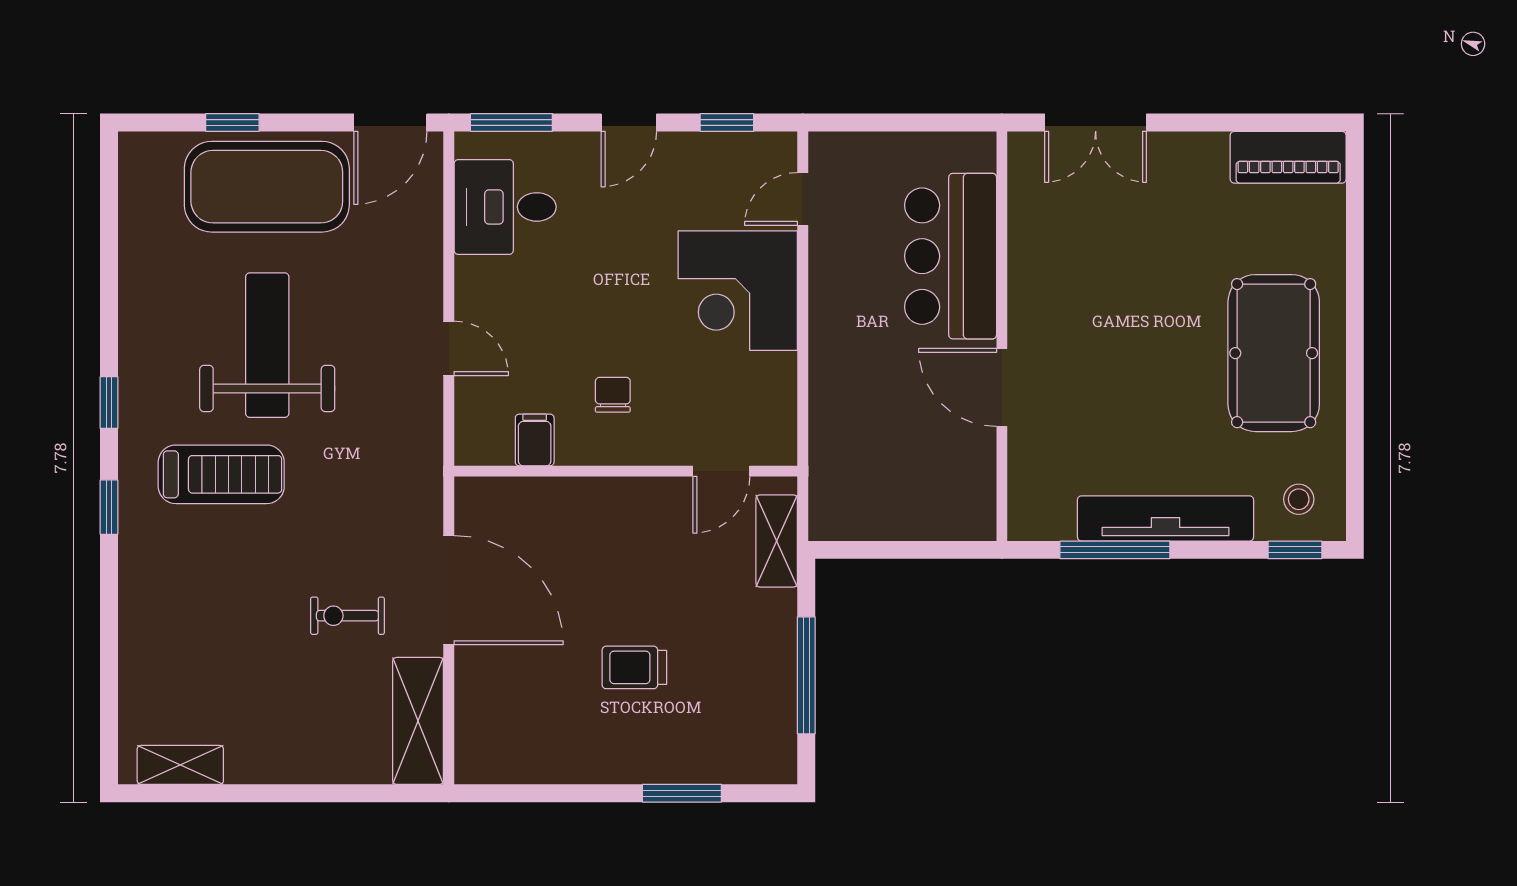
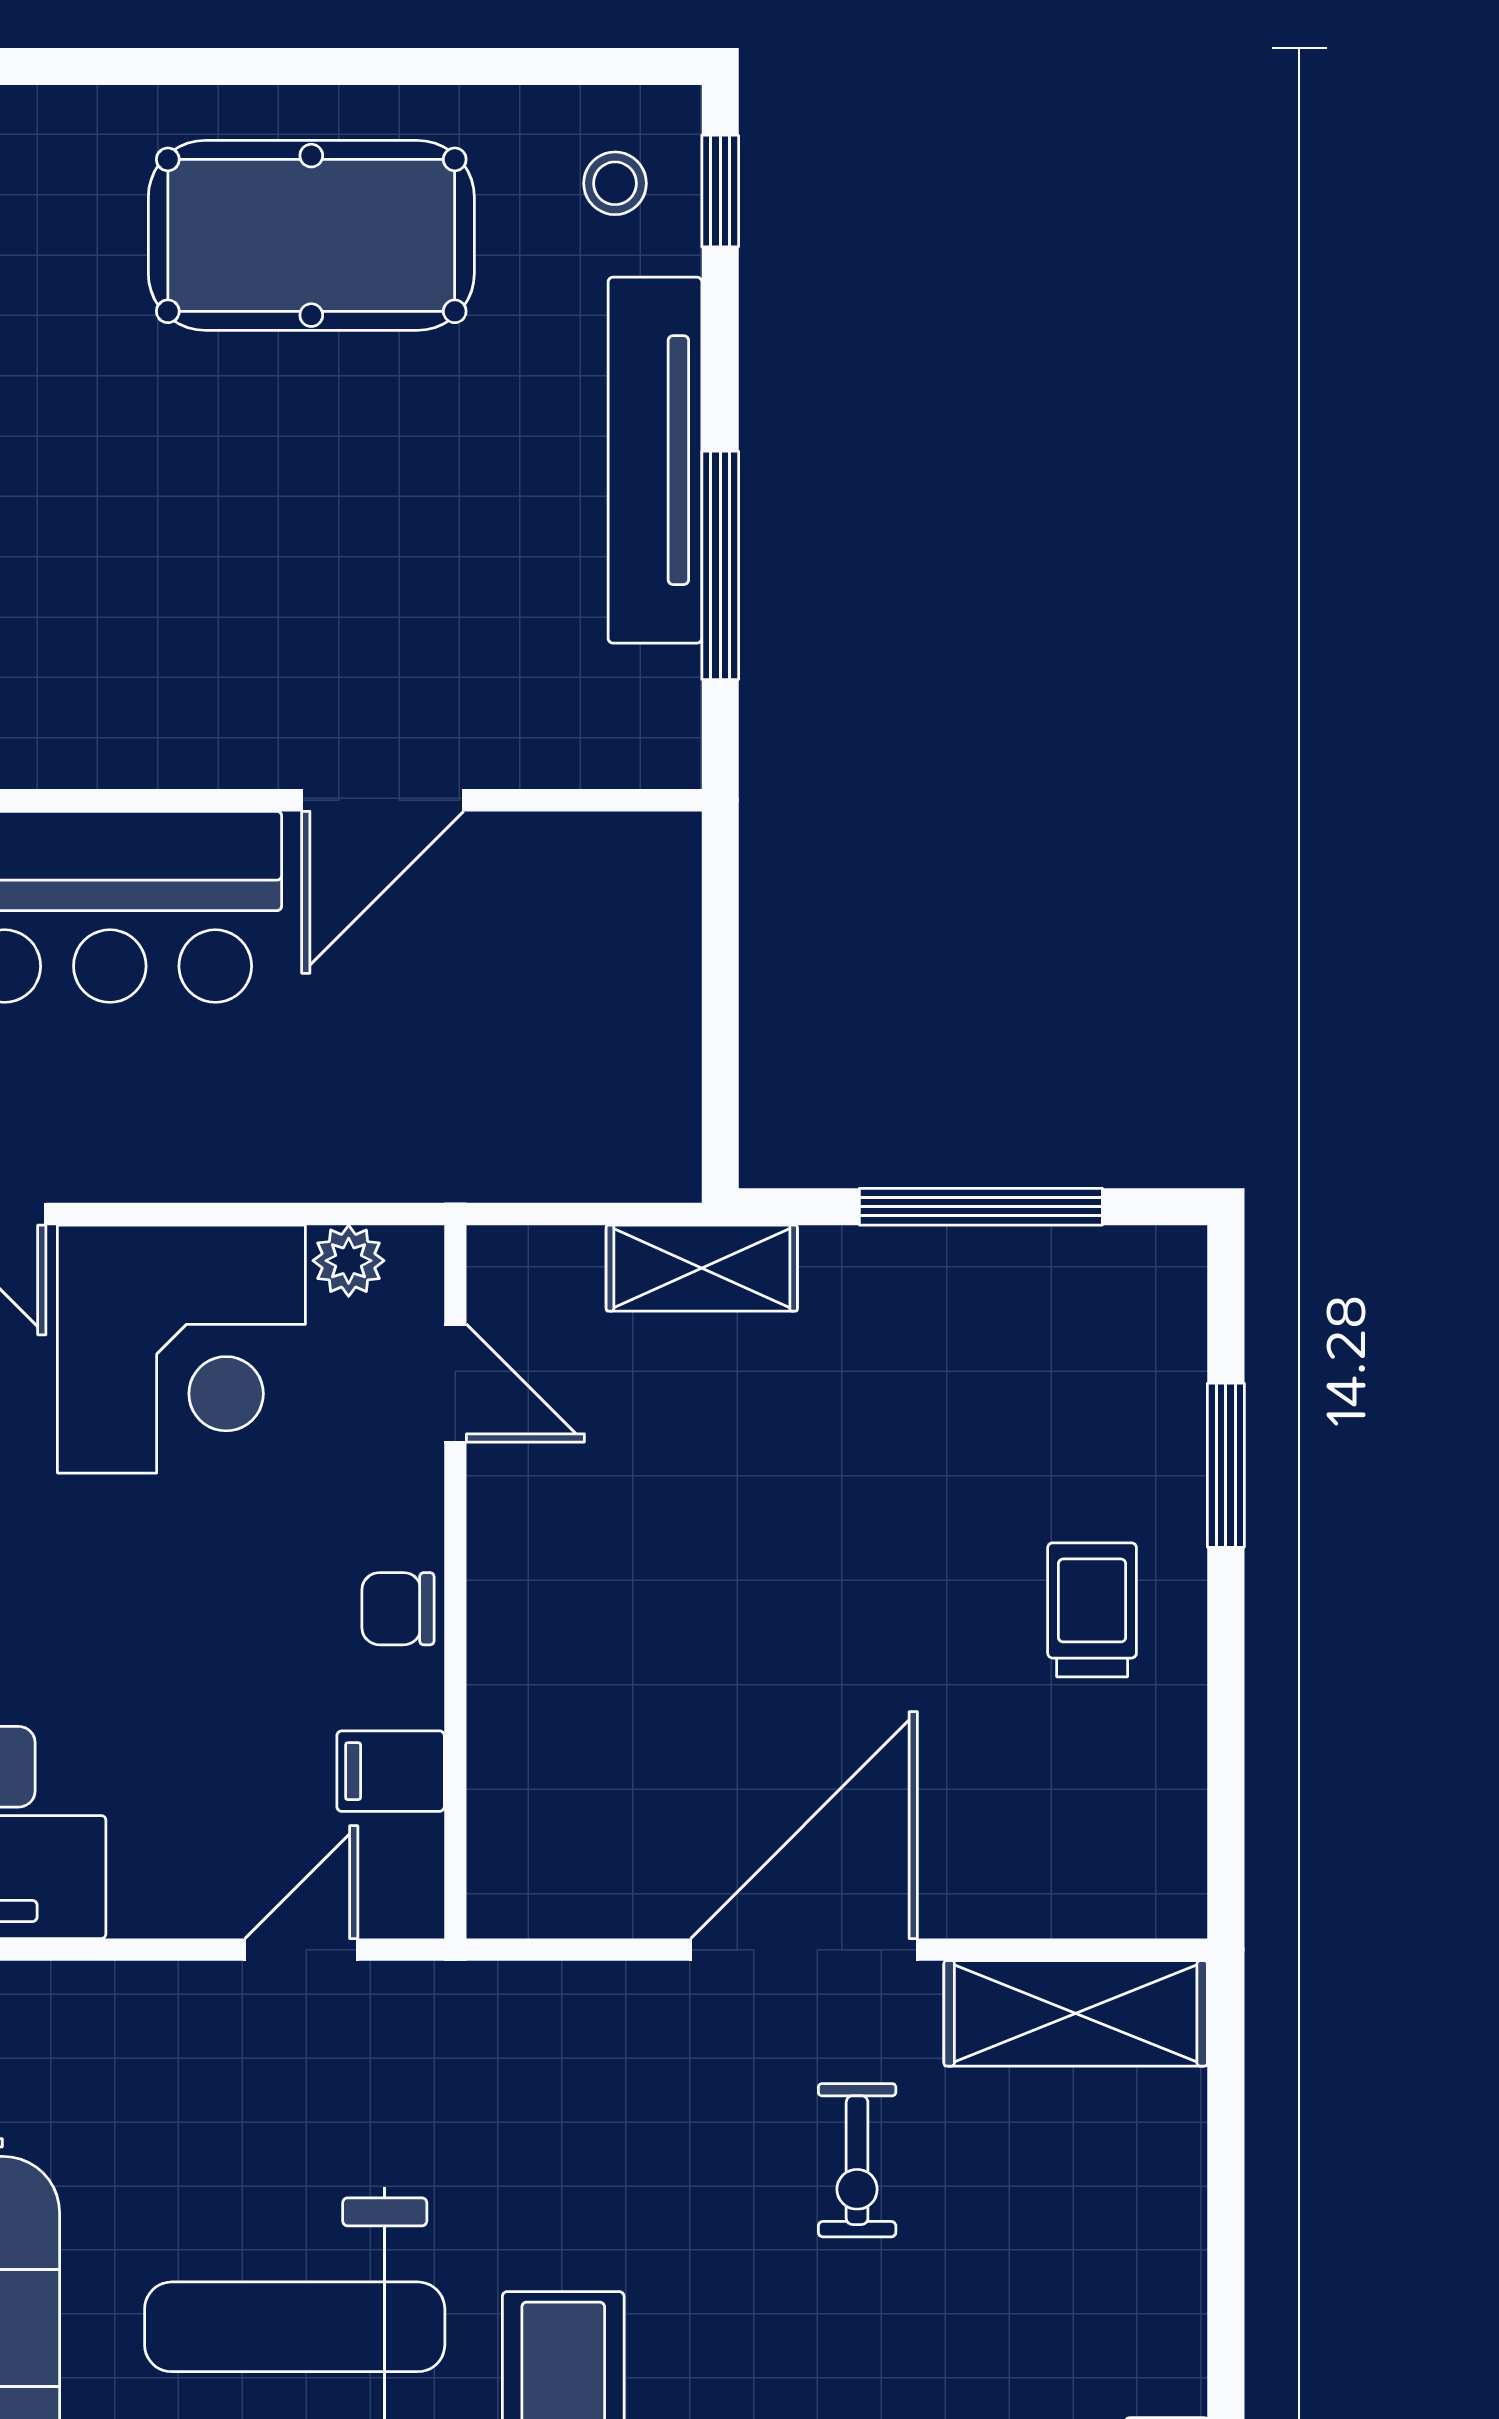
plant: (780, 371) -> (349, 1261), added
filing cabinet: (535, 440) -> (391, 1771), moved
wall: (626, 471) -> (455, 1582), moved
door: (721, 471) -> (455, 1383), moved
trolley: (634, 667) -> (1092, 1610), moved, turned 180

